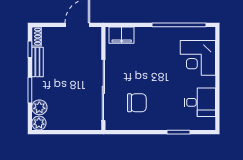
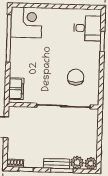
corner desk: (198, 58) -> (26, 22), moved, turned -90
bench: (37, 62) -> (57, 164), moved
desk: (200, 102) -> (87, 28), moved, turned 90

